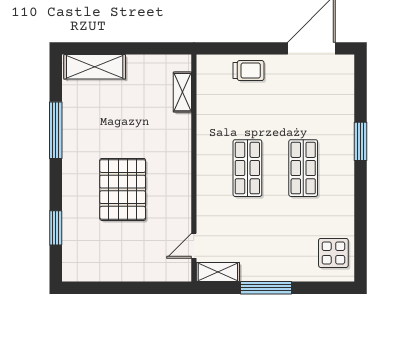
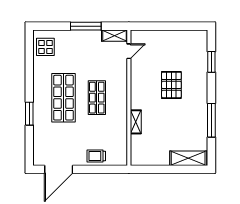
shelving: (182, 92) -> (136, 122), moved
shop shelf: (303, 168) -> (63, 98), width x1.43, depth x1.36
pallet: (123, 189) -> (171, 85), width x0.73, depth x0.71

